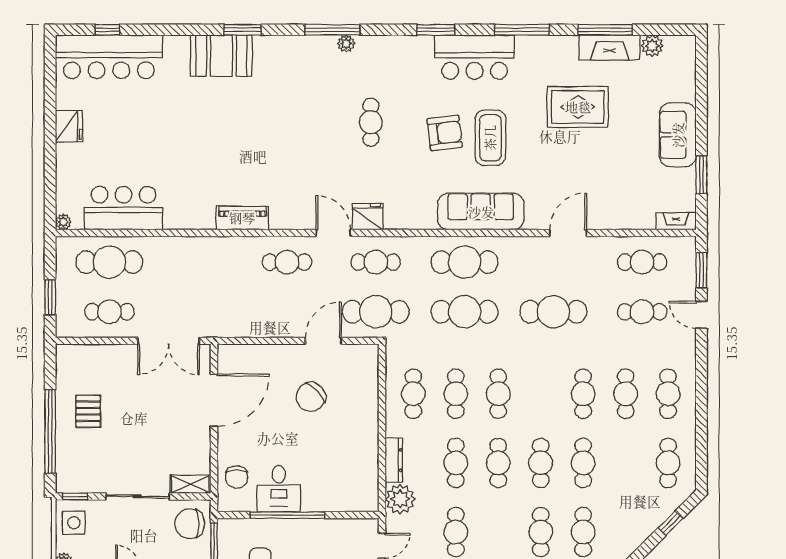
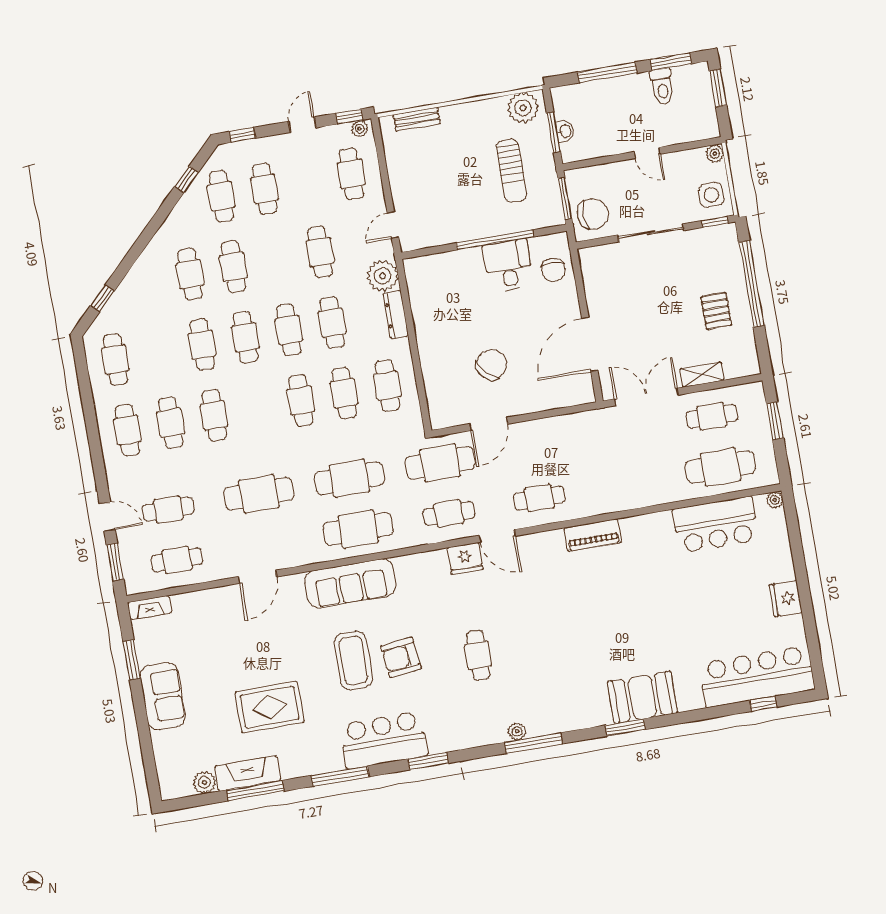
chair: (237, 477) -> (553, 270), turned 180
shelving: (191, 484) -> (702, 375), moved

